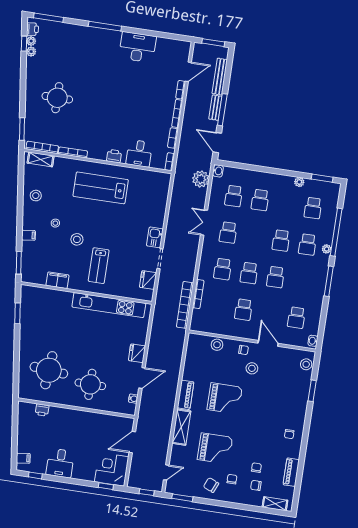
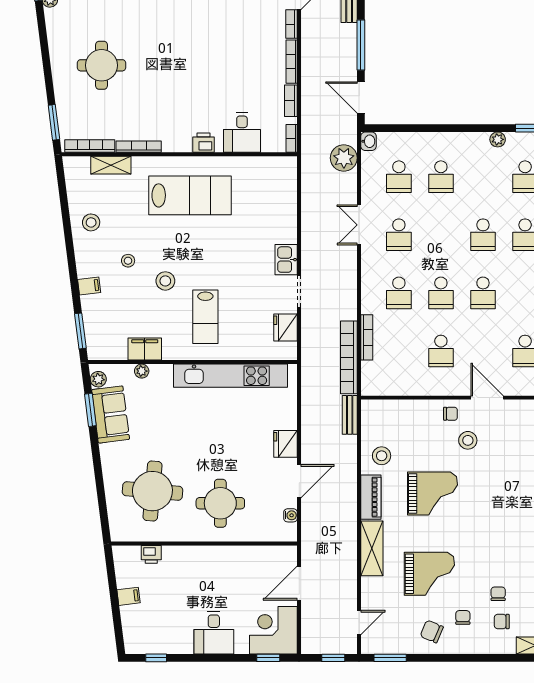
bench: (215, 108) -> (350, 415), moved
shelving: (41, 159) -> (111, 165), moved
lab bench: (101, 188) -> (190, 195), turned 180
plant: (53, 294) -> (142, 371), added
plant: (25, 295) -> (98, 379), added
sofa: (30, 318) -> (111, 414), added
stool: (217, 345) -> (382, 456), moved
filing cabinet: (23, 458) -> (129, 596), moved
desk: (60, 463) -> (214, 633), moved

